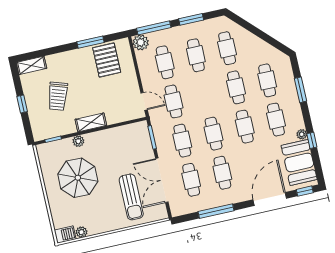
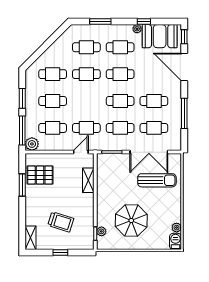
shelving: (91, 122) -> (88, 180), moved
plant: (78, 141) -> (101, 231), moved

